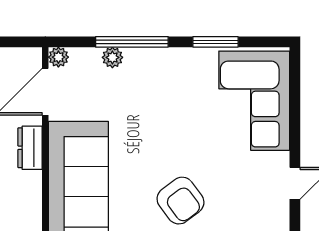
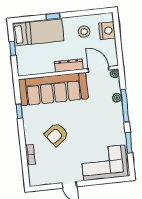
dresser: (30, 148) -> (69, 66), width x1.44

